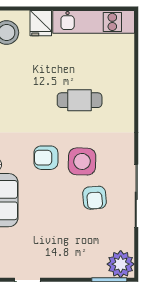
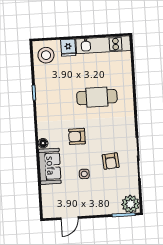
cafe table: (80, 100) -> (97, 97), width x1.37, depth x1.35
side table: (82, 161) -> (84, 174), moved, width x0.54, depth x0.54

